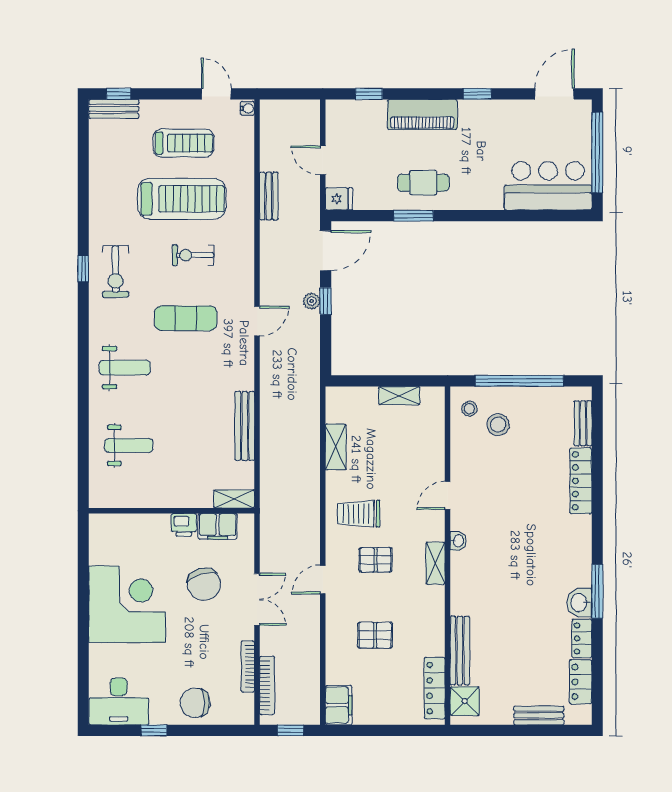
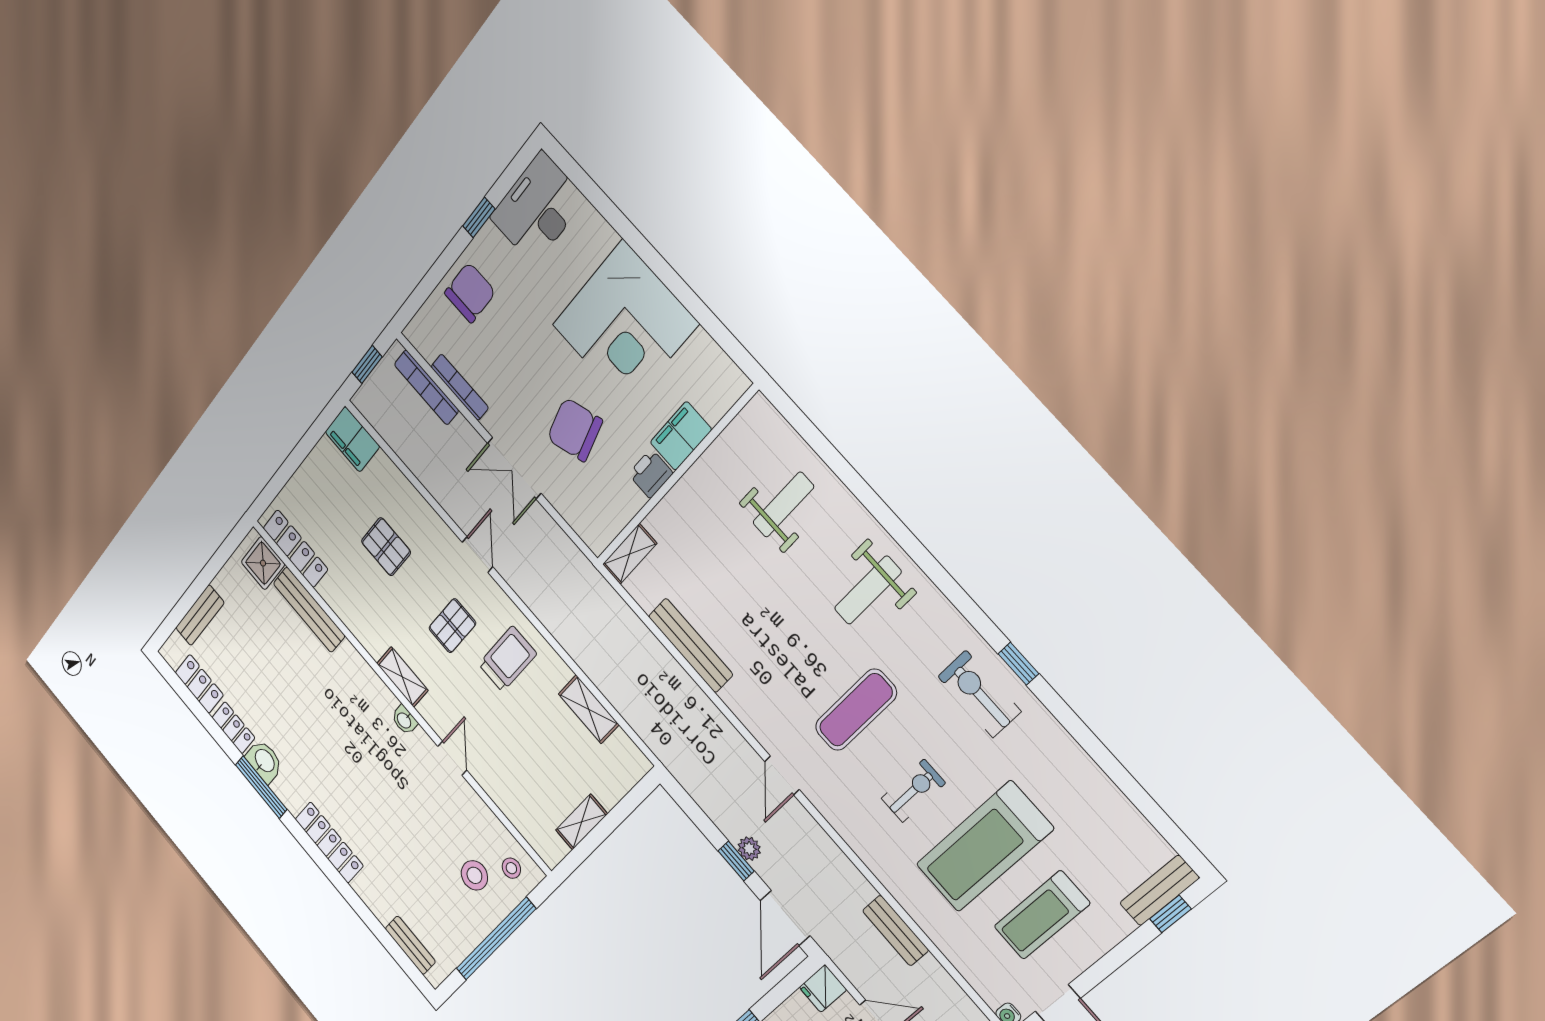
weight bench: (129, 445) -> (783, 505), turned 180
locker: (581, 481) -> (329, 843), moved
filing cabinet: (218, 526) -> (681, 436), moved
pallet: (375, 635) -> (386, 547), turned 90

